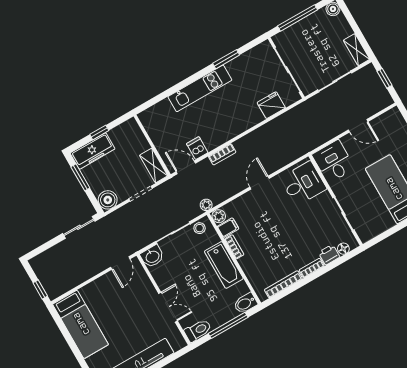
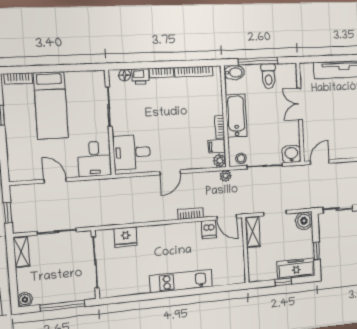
window: (226, 59) -> (146, 297), removed
window: (80, 177) -> (316, 251), width x0.67
toilet: (198, 330) -> (268, 76), moved, turned -90

